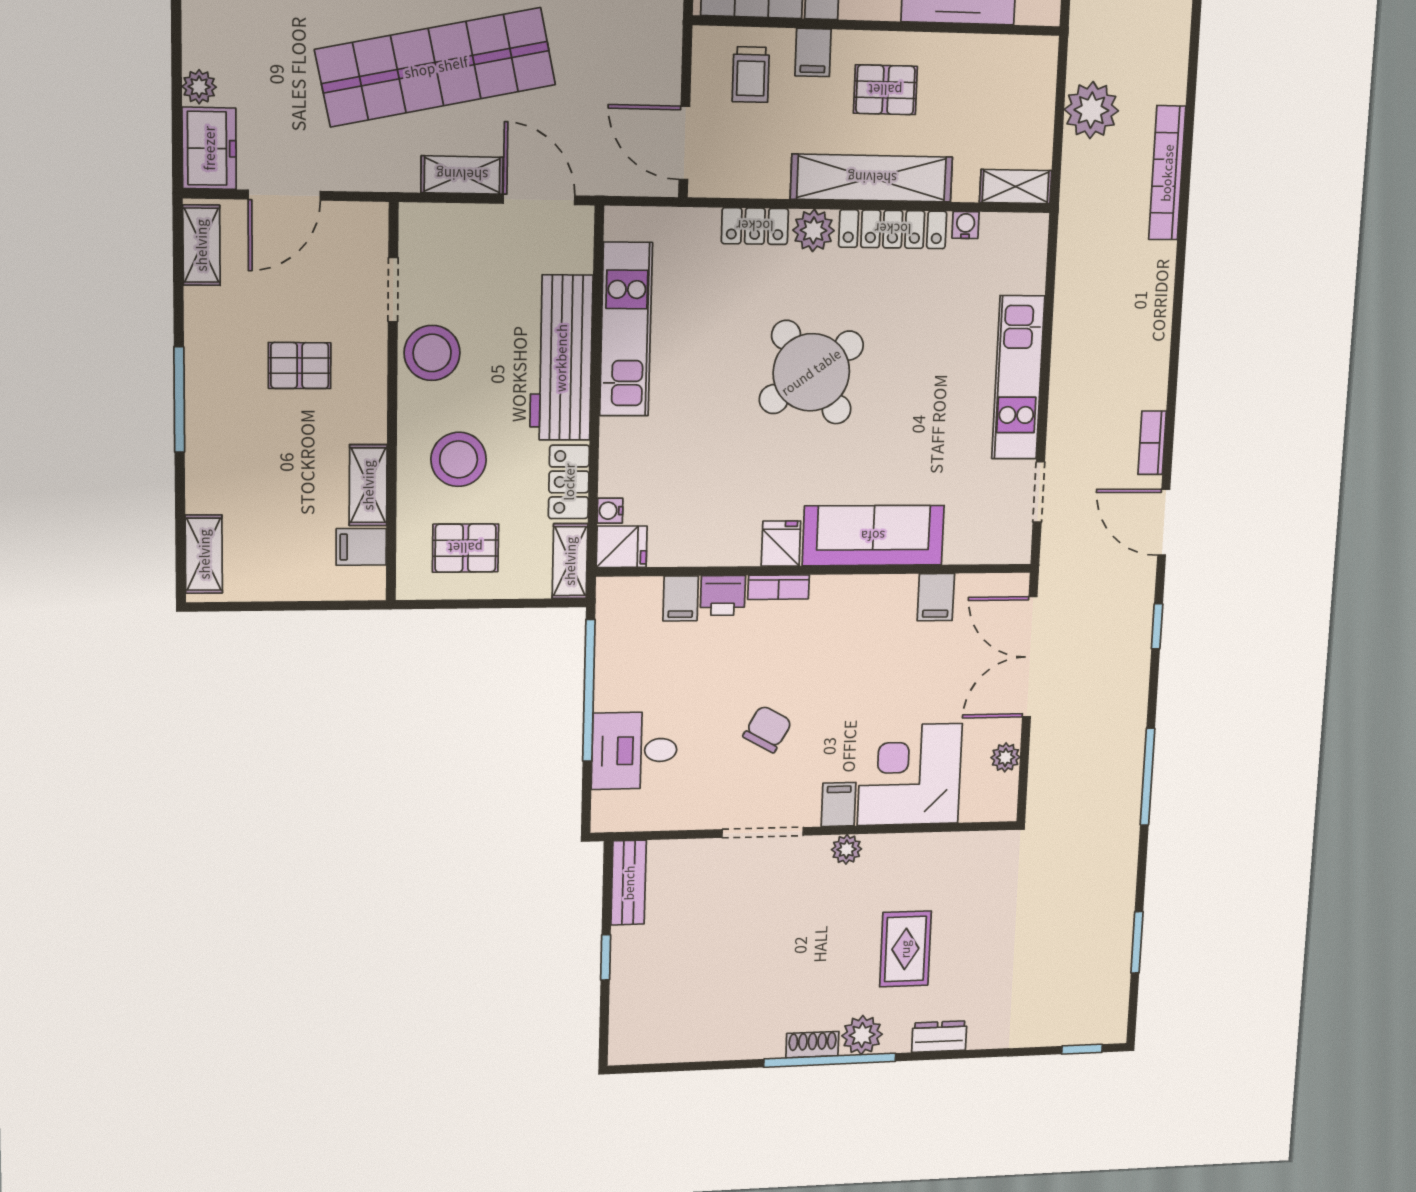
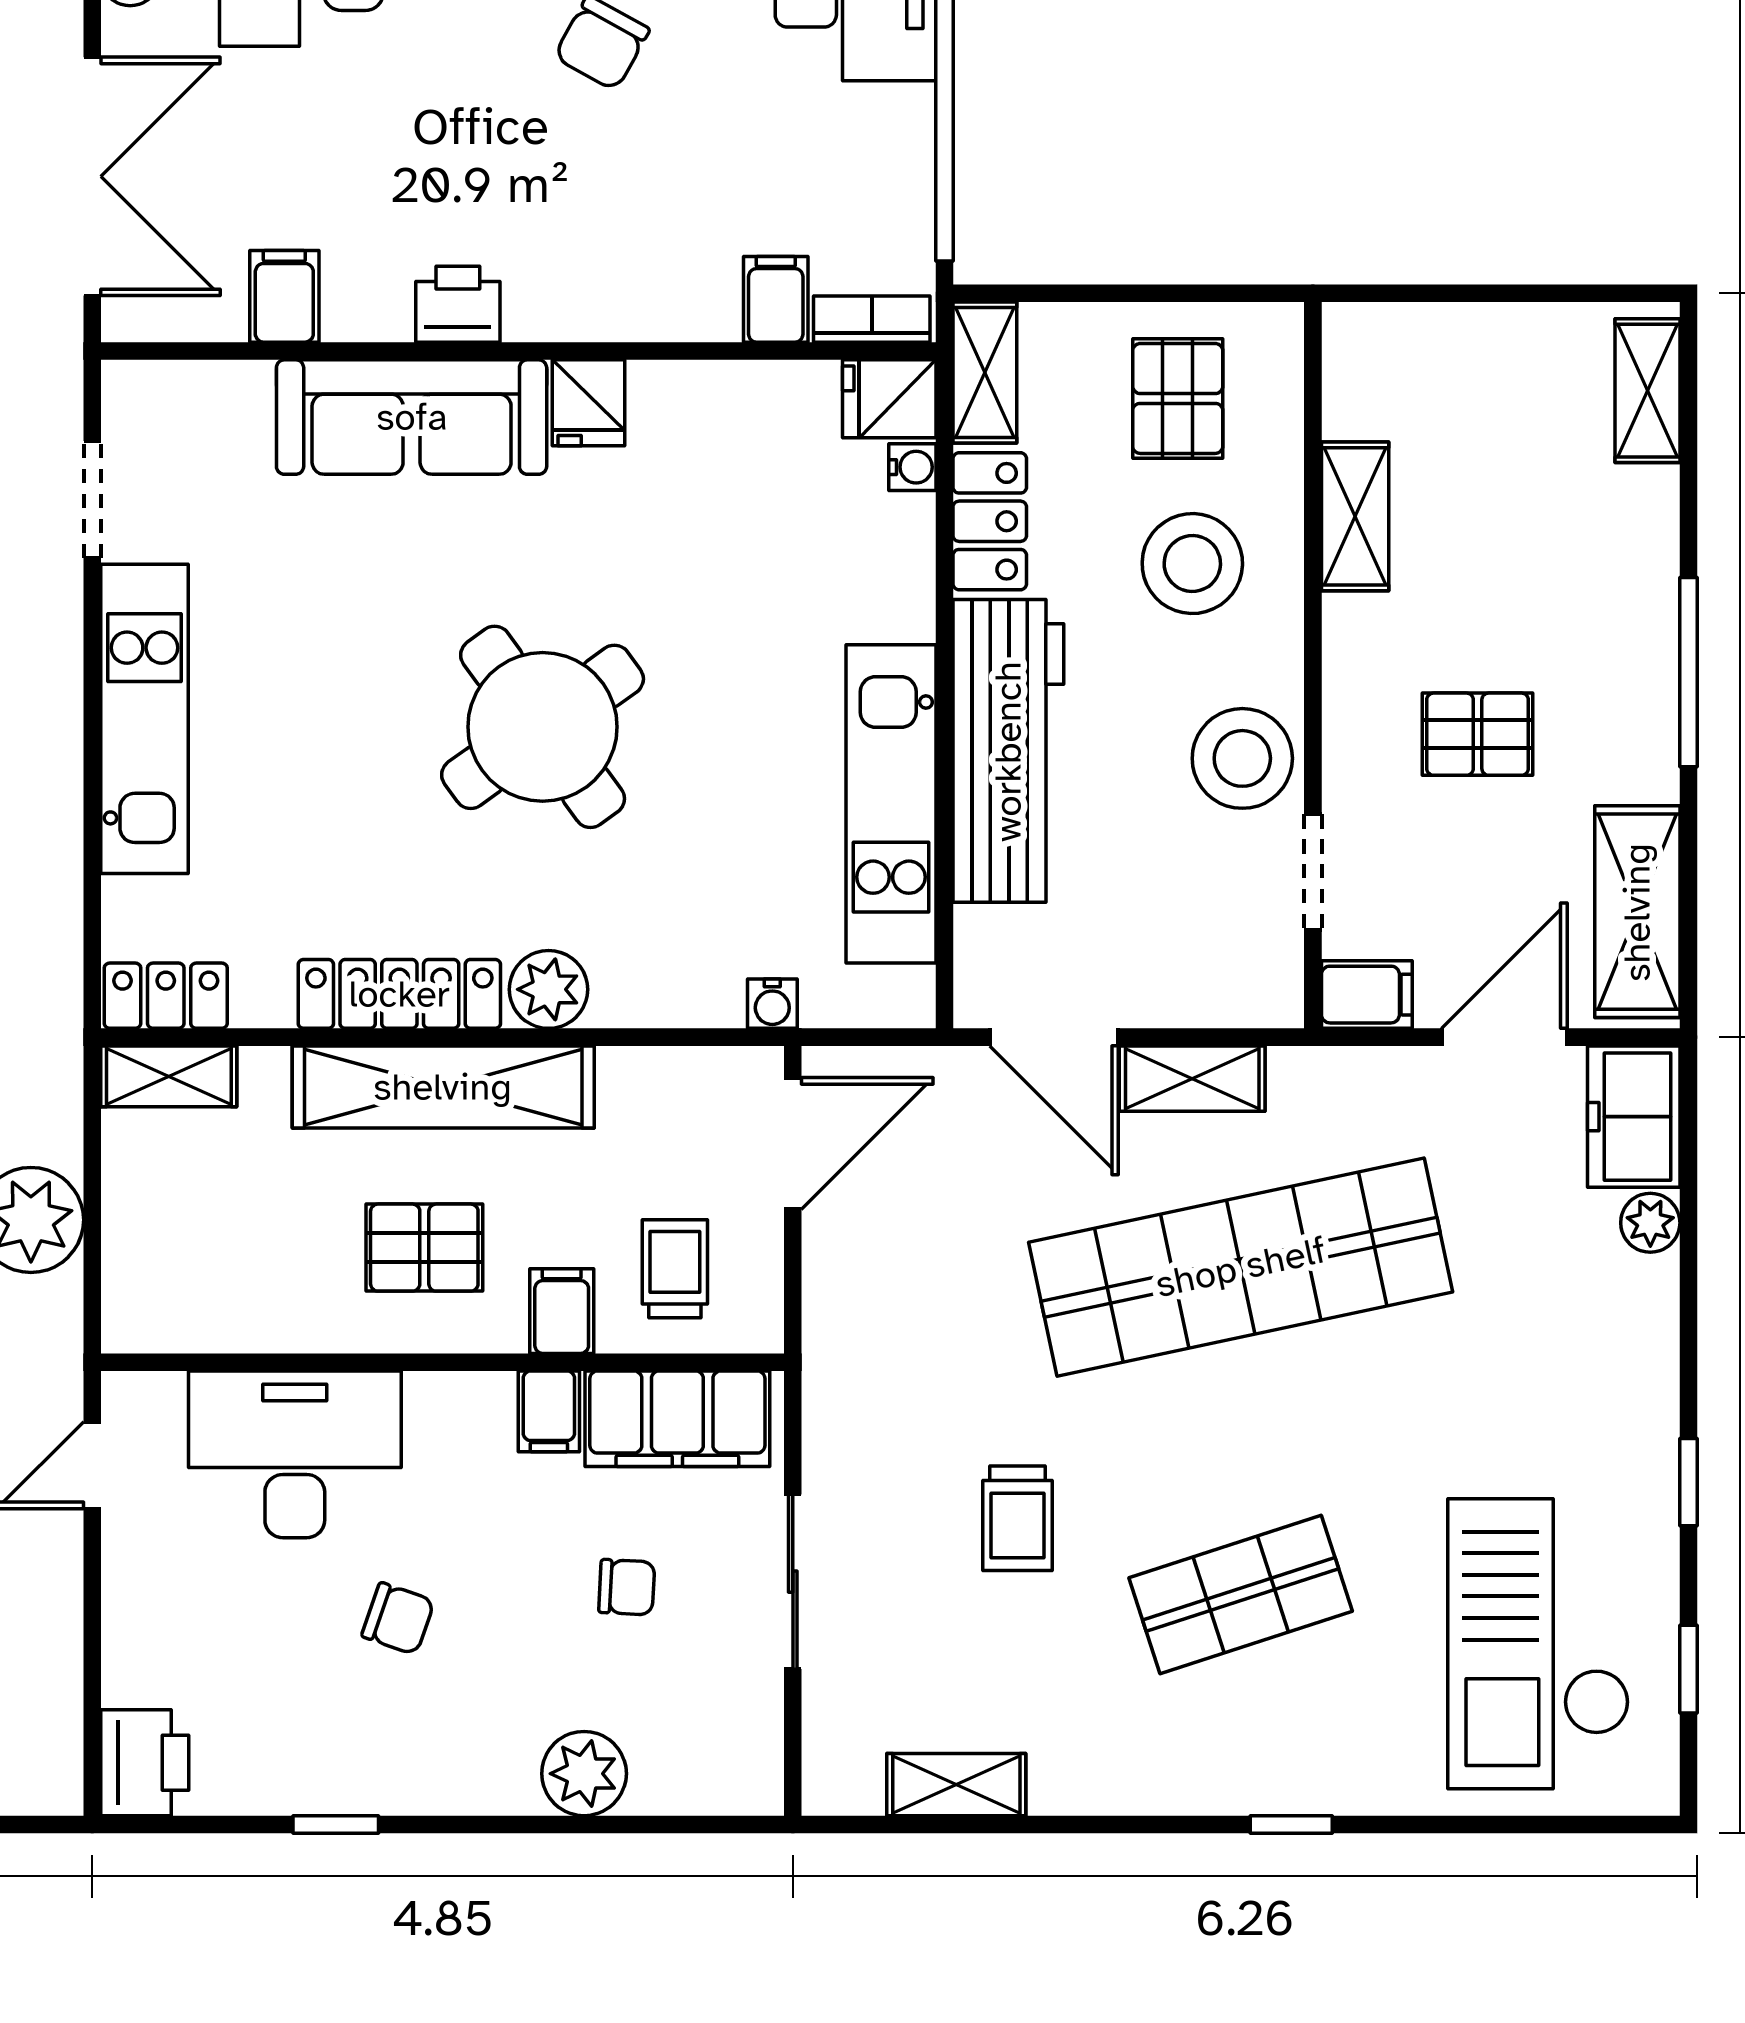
door: (684, 143) -> (793, 1144), hinge flipped
water cooler: (966, 225) -> (772, 1004), moved
locker: (755, 226) -> (166, 996), moved
shelving: (201, 245) -> (1637, 912), width x1.50, depth x1.33
filing cabinet: (361, 547) -> (1367, 995), moved
pallet: (465, 548) -> (1178, 398), turned 90
bookcase: (779, 587) -> (872, 319), moved
printer: (723, 595) -> (458, 304), moved

